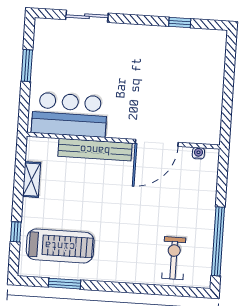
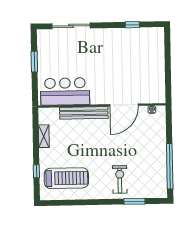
sliding door: (87, 16) -> (71, 26), width x1.37
exercise bike: (174, 258) -> (120, 179), moved
window: (65, 284) -> (134, 201), moved

